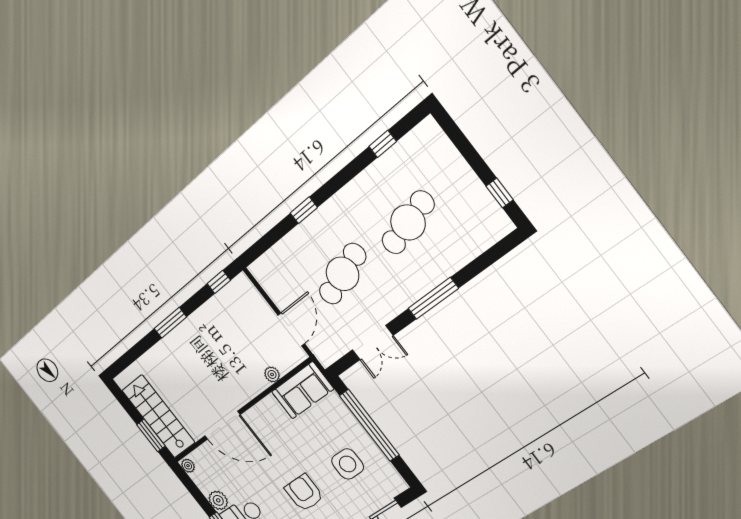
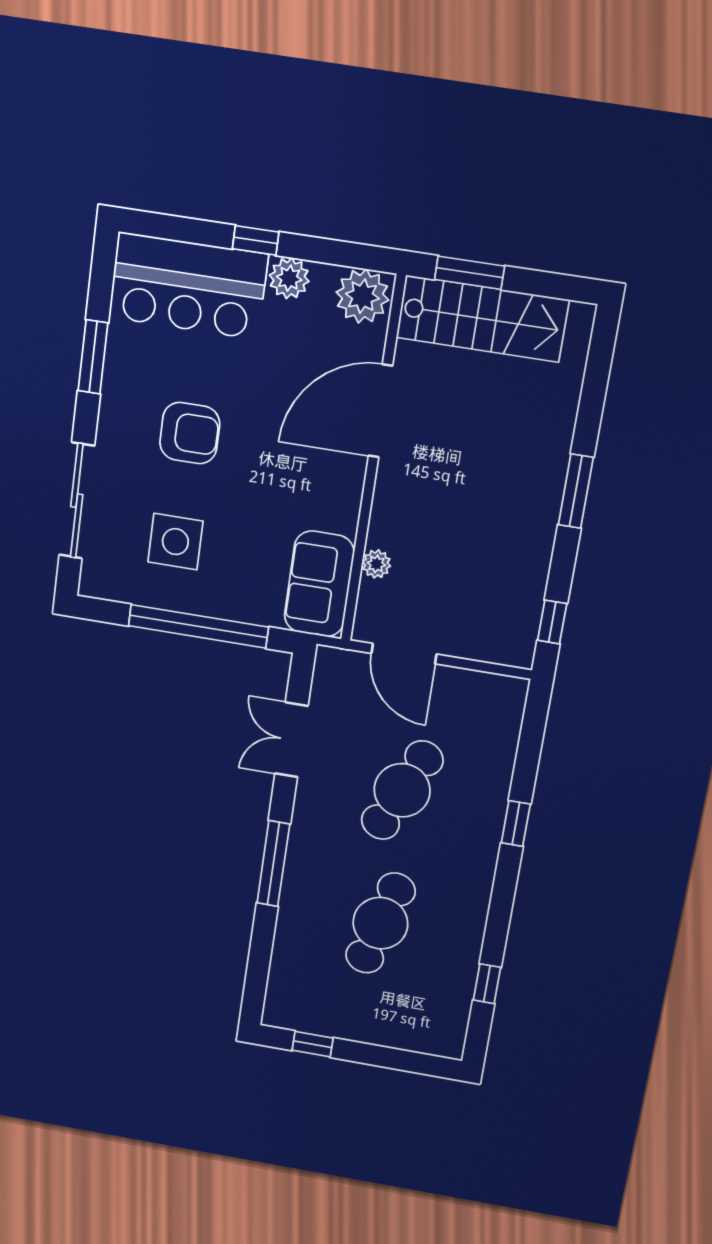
cafe table: (408, 223) -> (380, 923), turned 30
cafe table: (343, 274) -> (402, 790), turned 42
plant: (188, 466) -> (362, 296), width x1.88, depth x1.88

